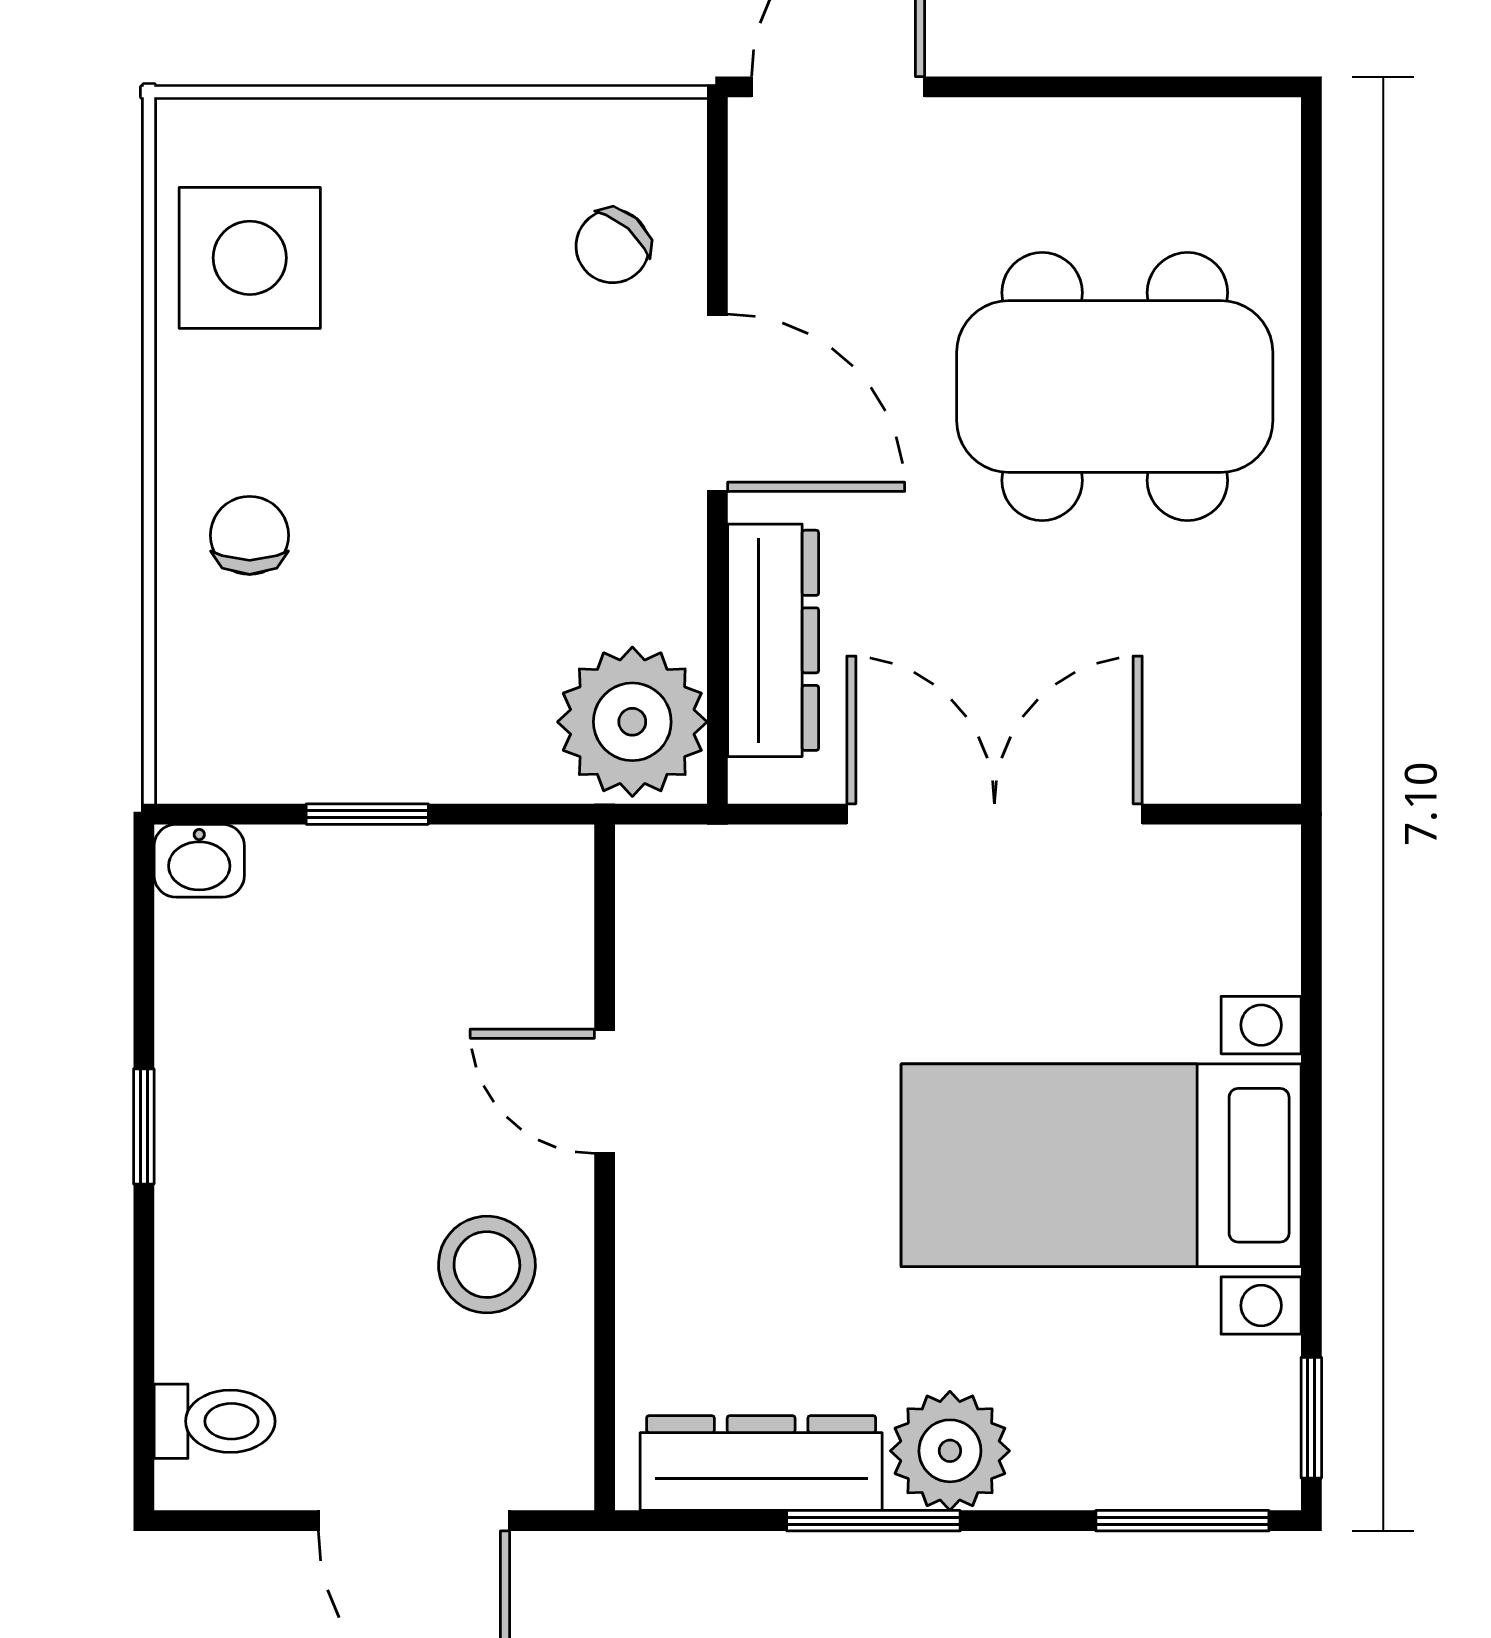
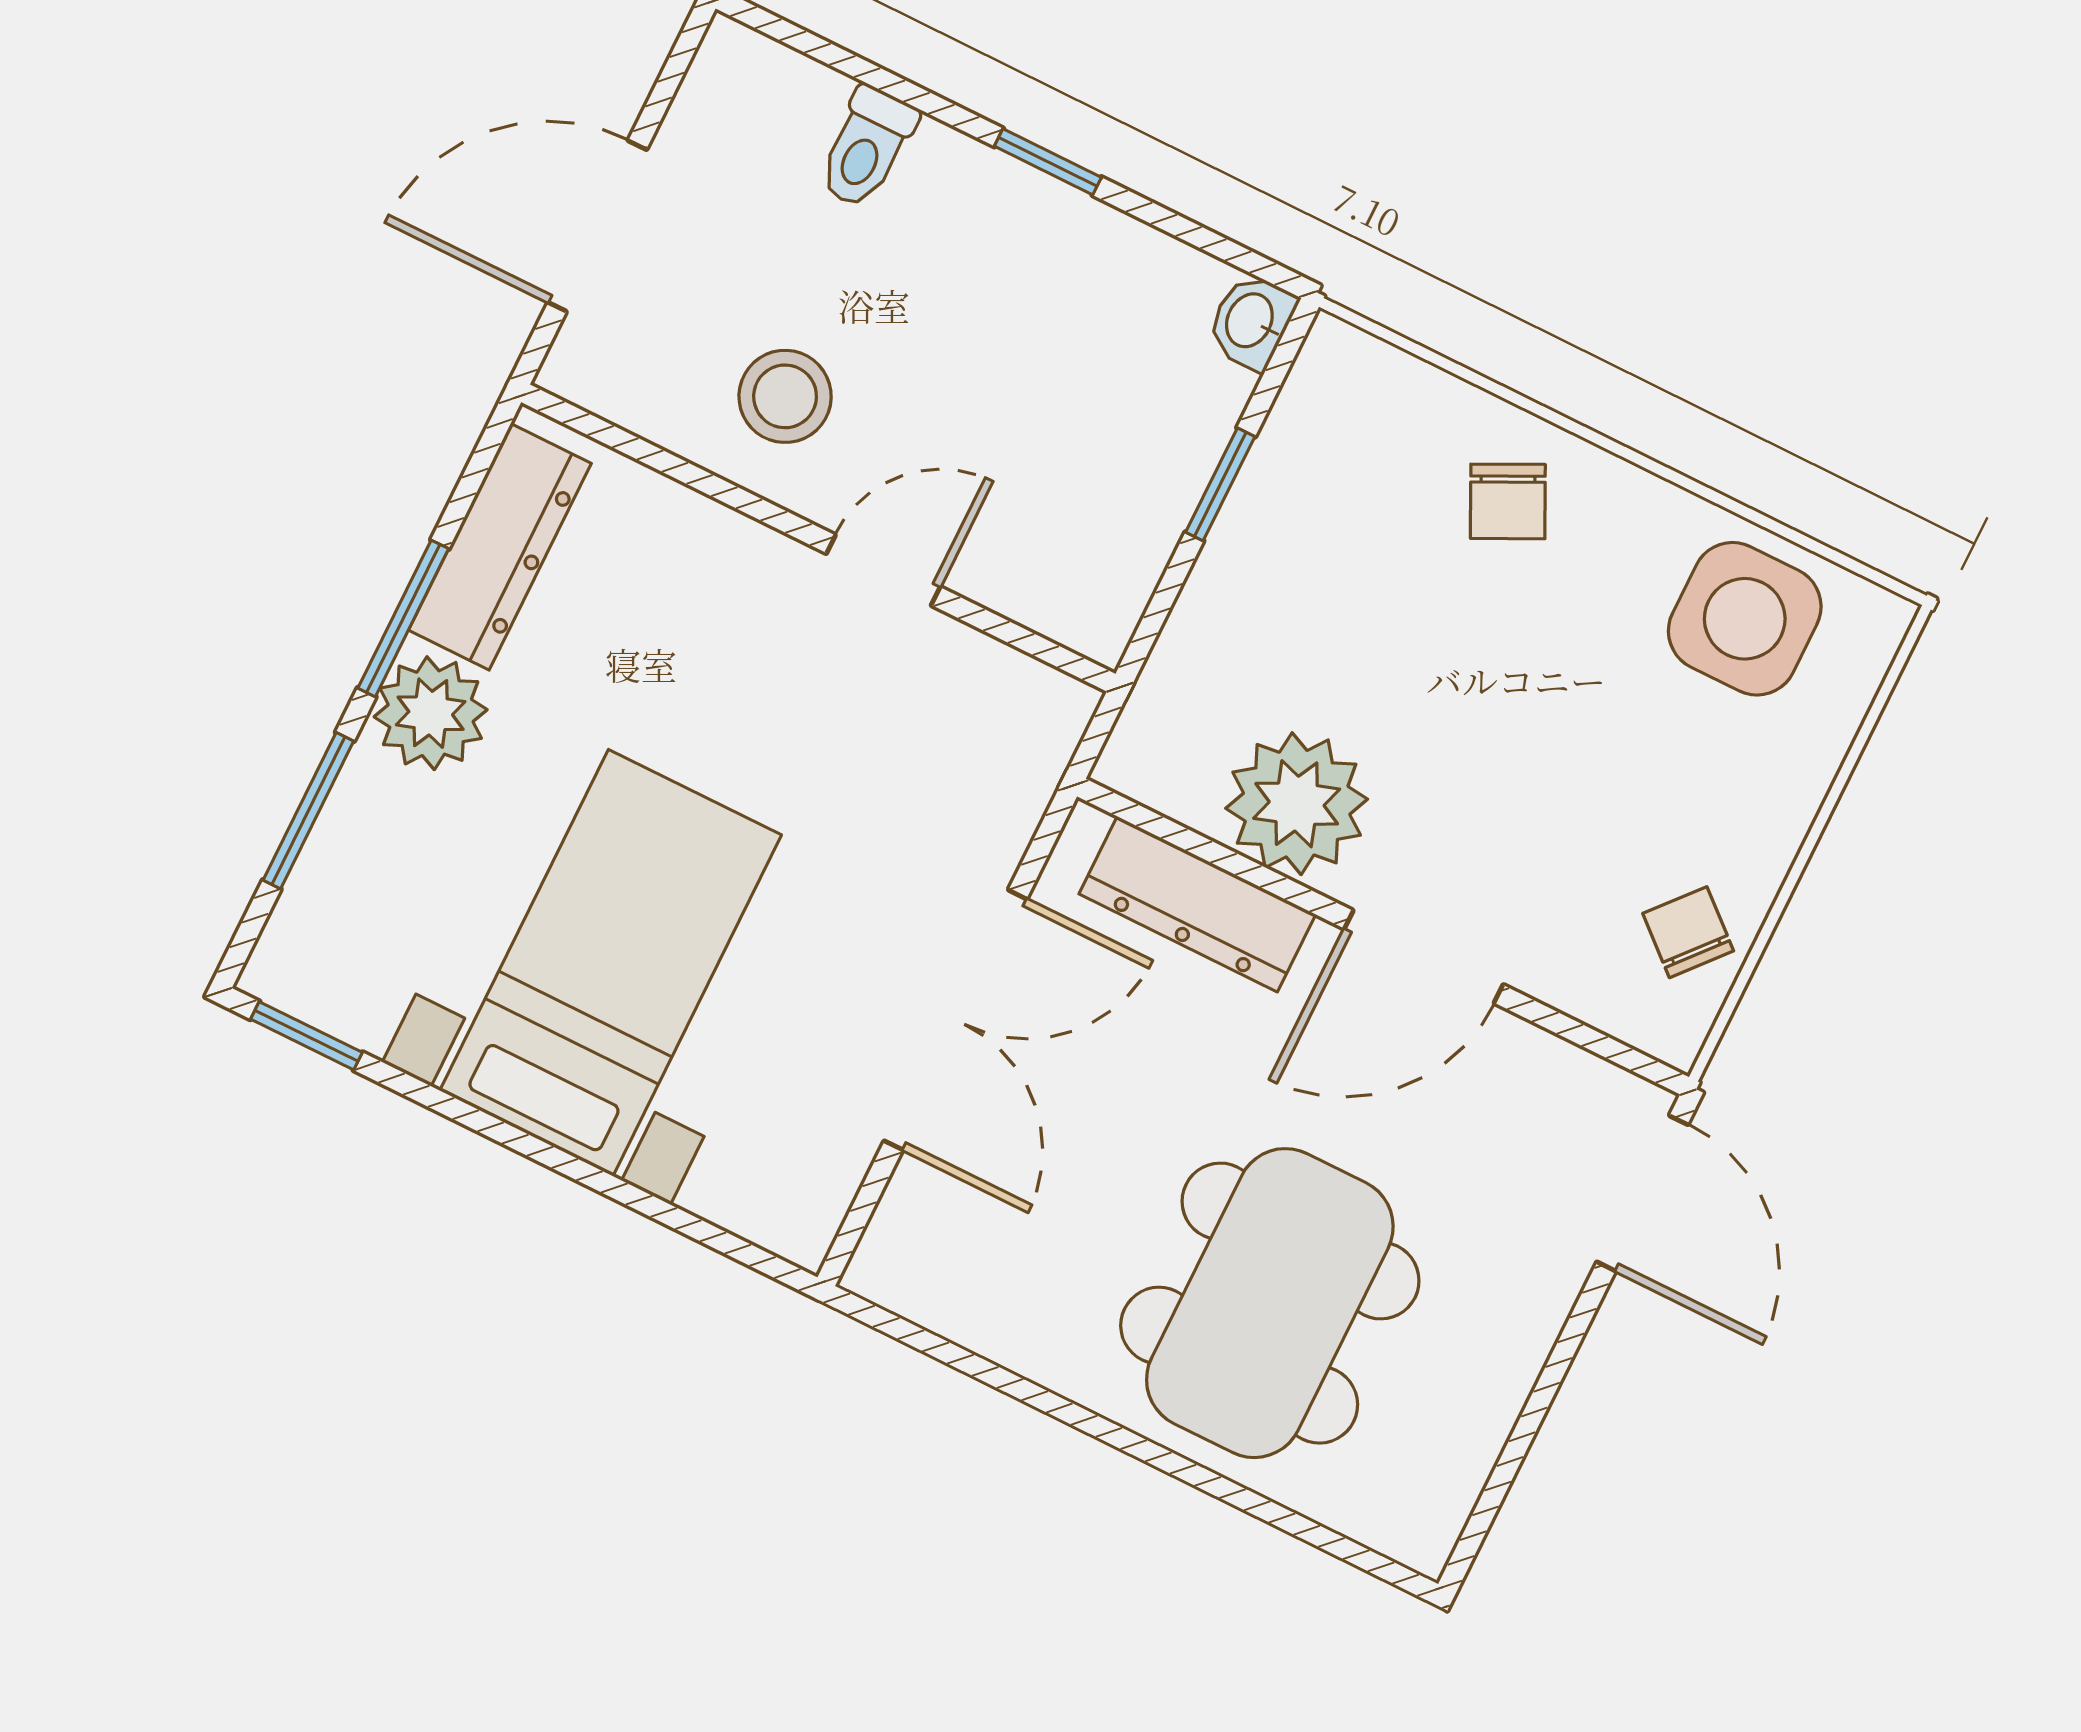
chair: (613, 246) -> (1688, 932), moved
chair: (250, 535) -> (1508, 501), turned 64
plant: (632, 722) -> (1297, 804), moved
toilet: (215, 1421) -> (867, 147), moved
window: (1182, 1521) -> (308, 811), moved

